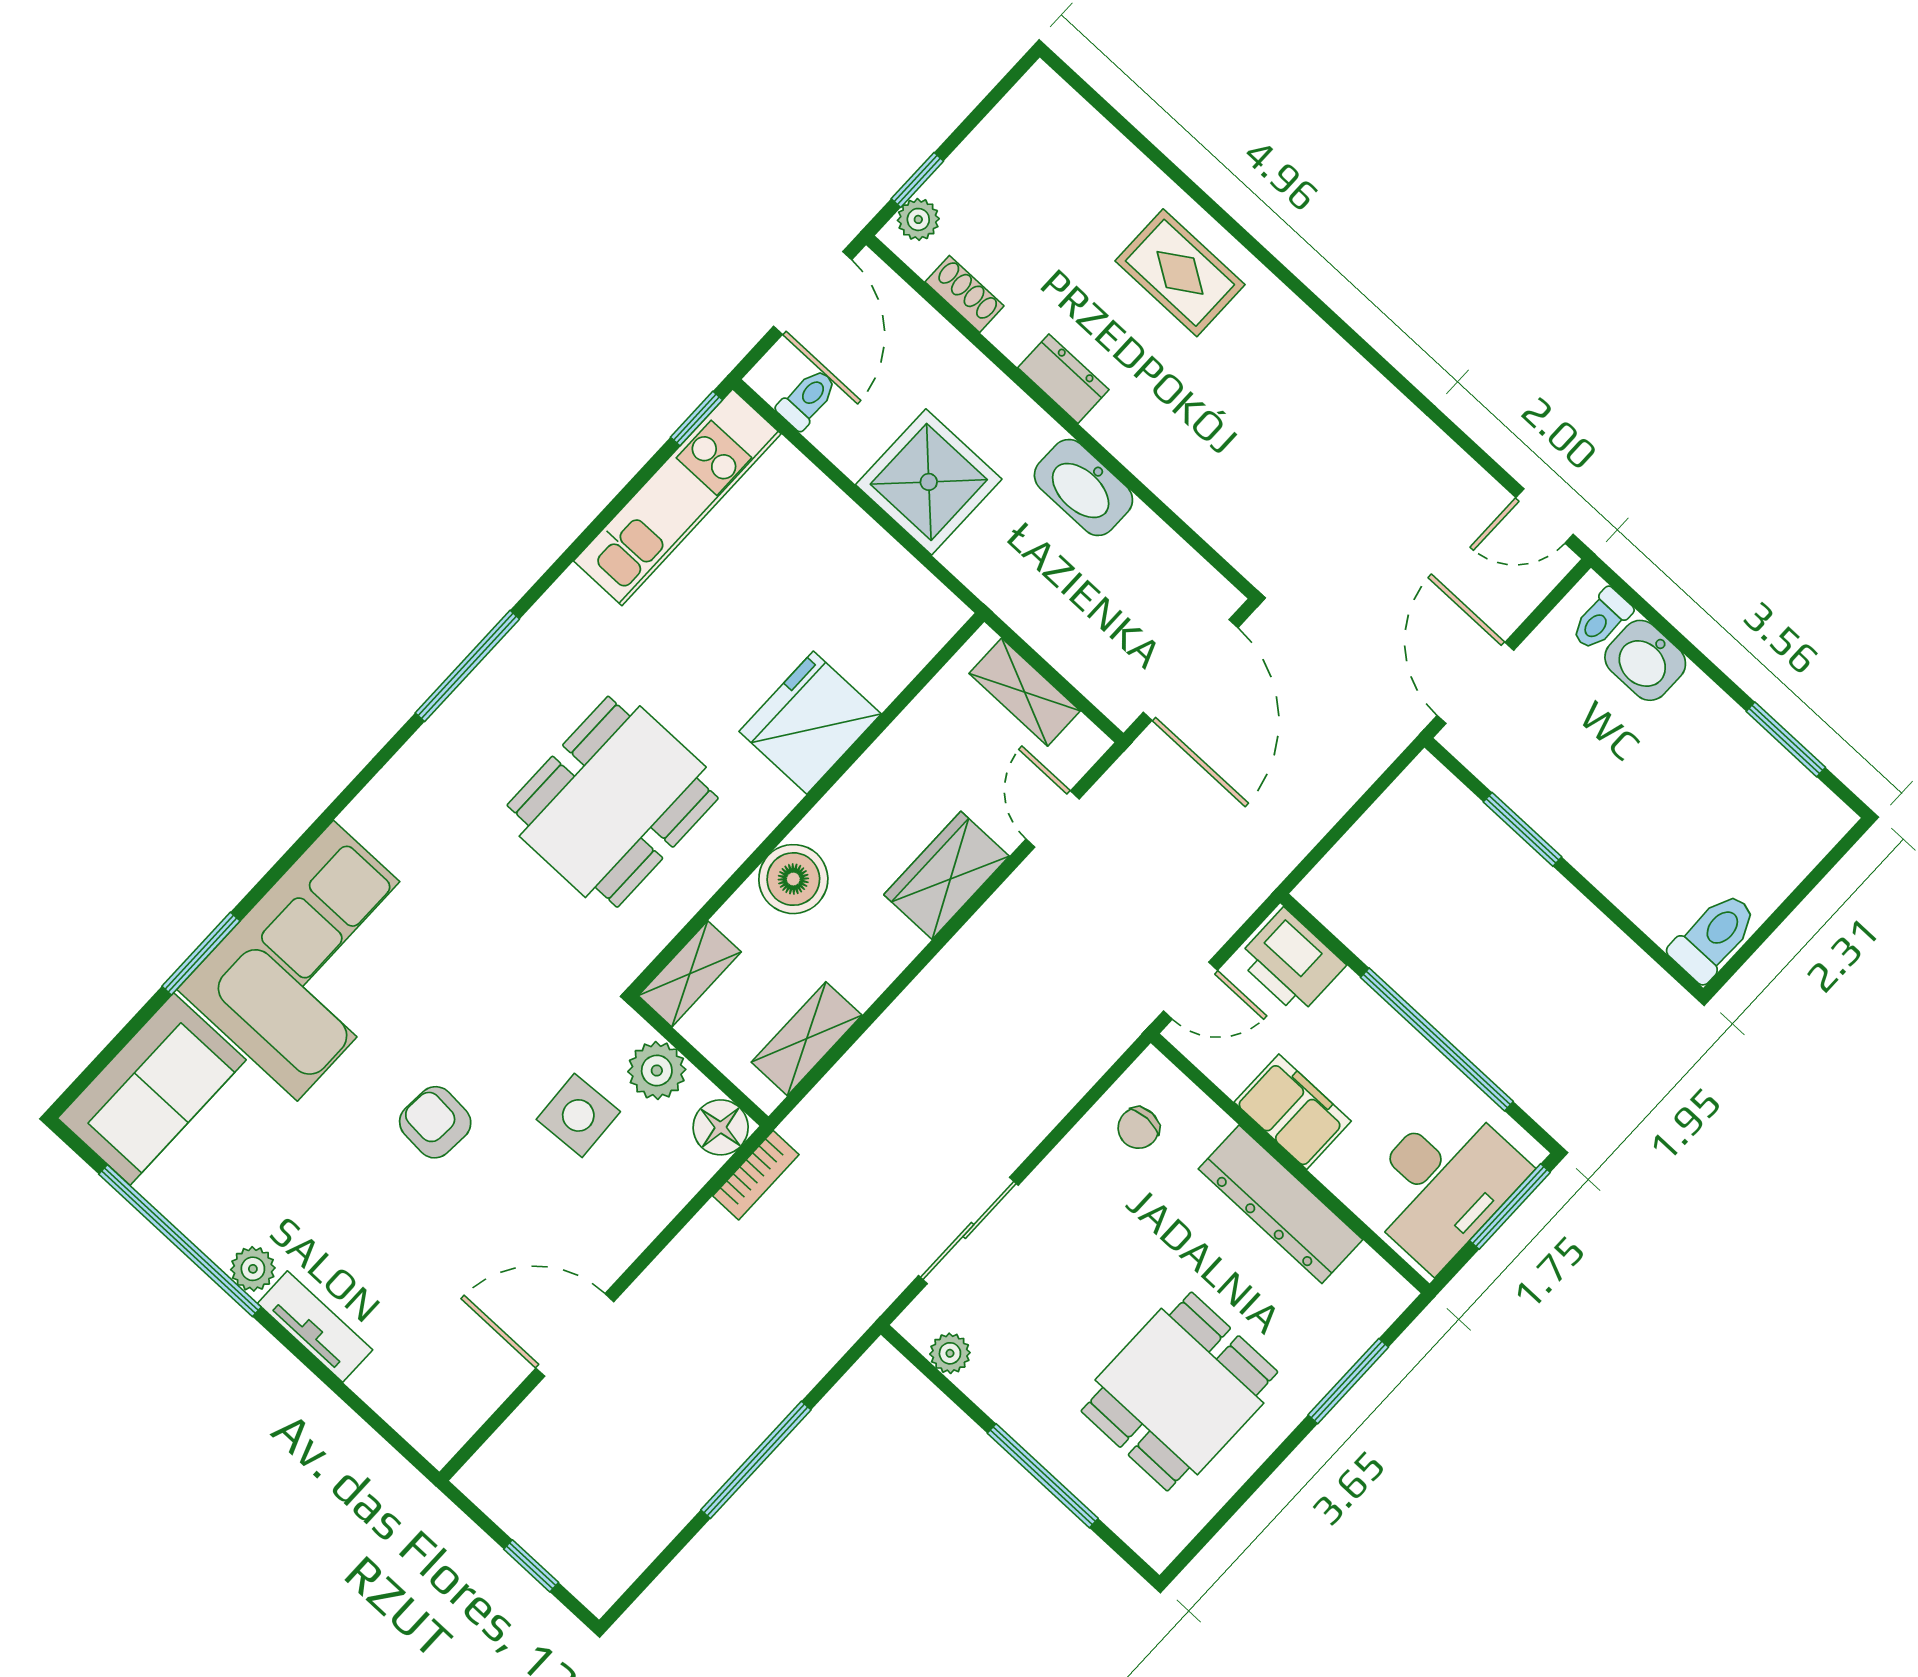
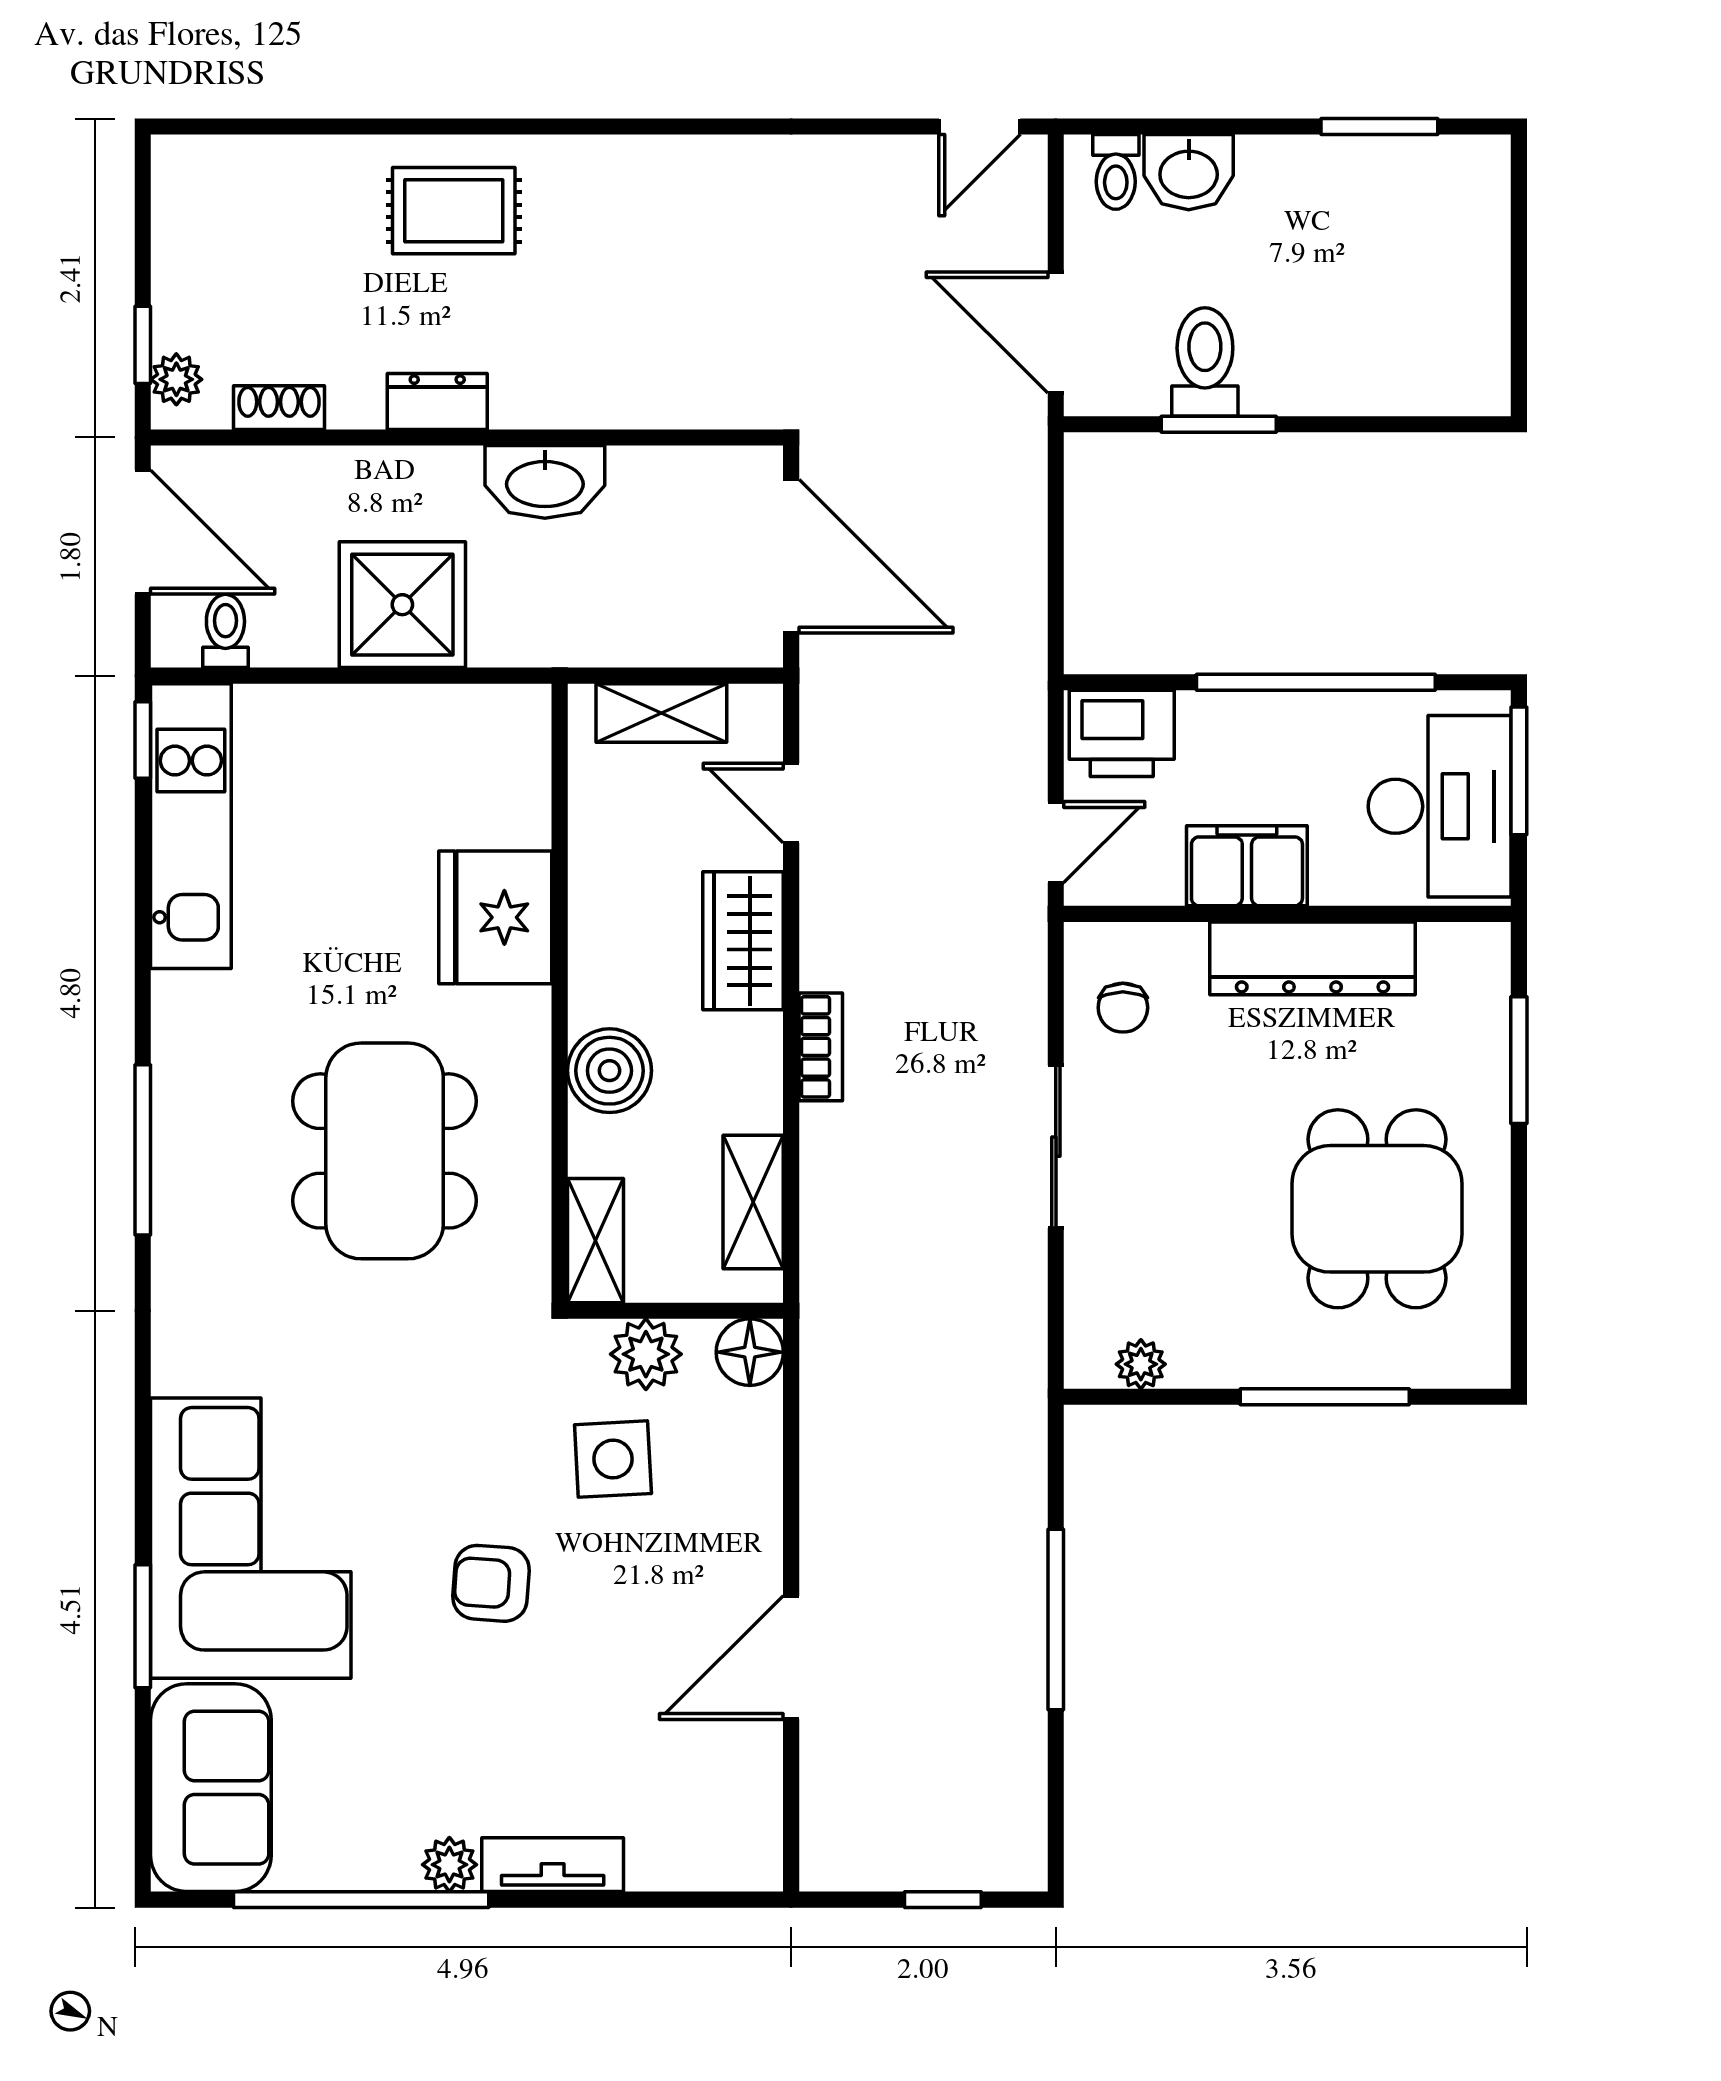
toilet: (1714, 937) -> (1205, 362), moved
bookcase: (756, 1175) -> (821, 1047), moved
sliding door: (968, 1230) -> (1056, 1147), moved

